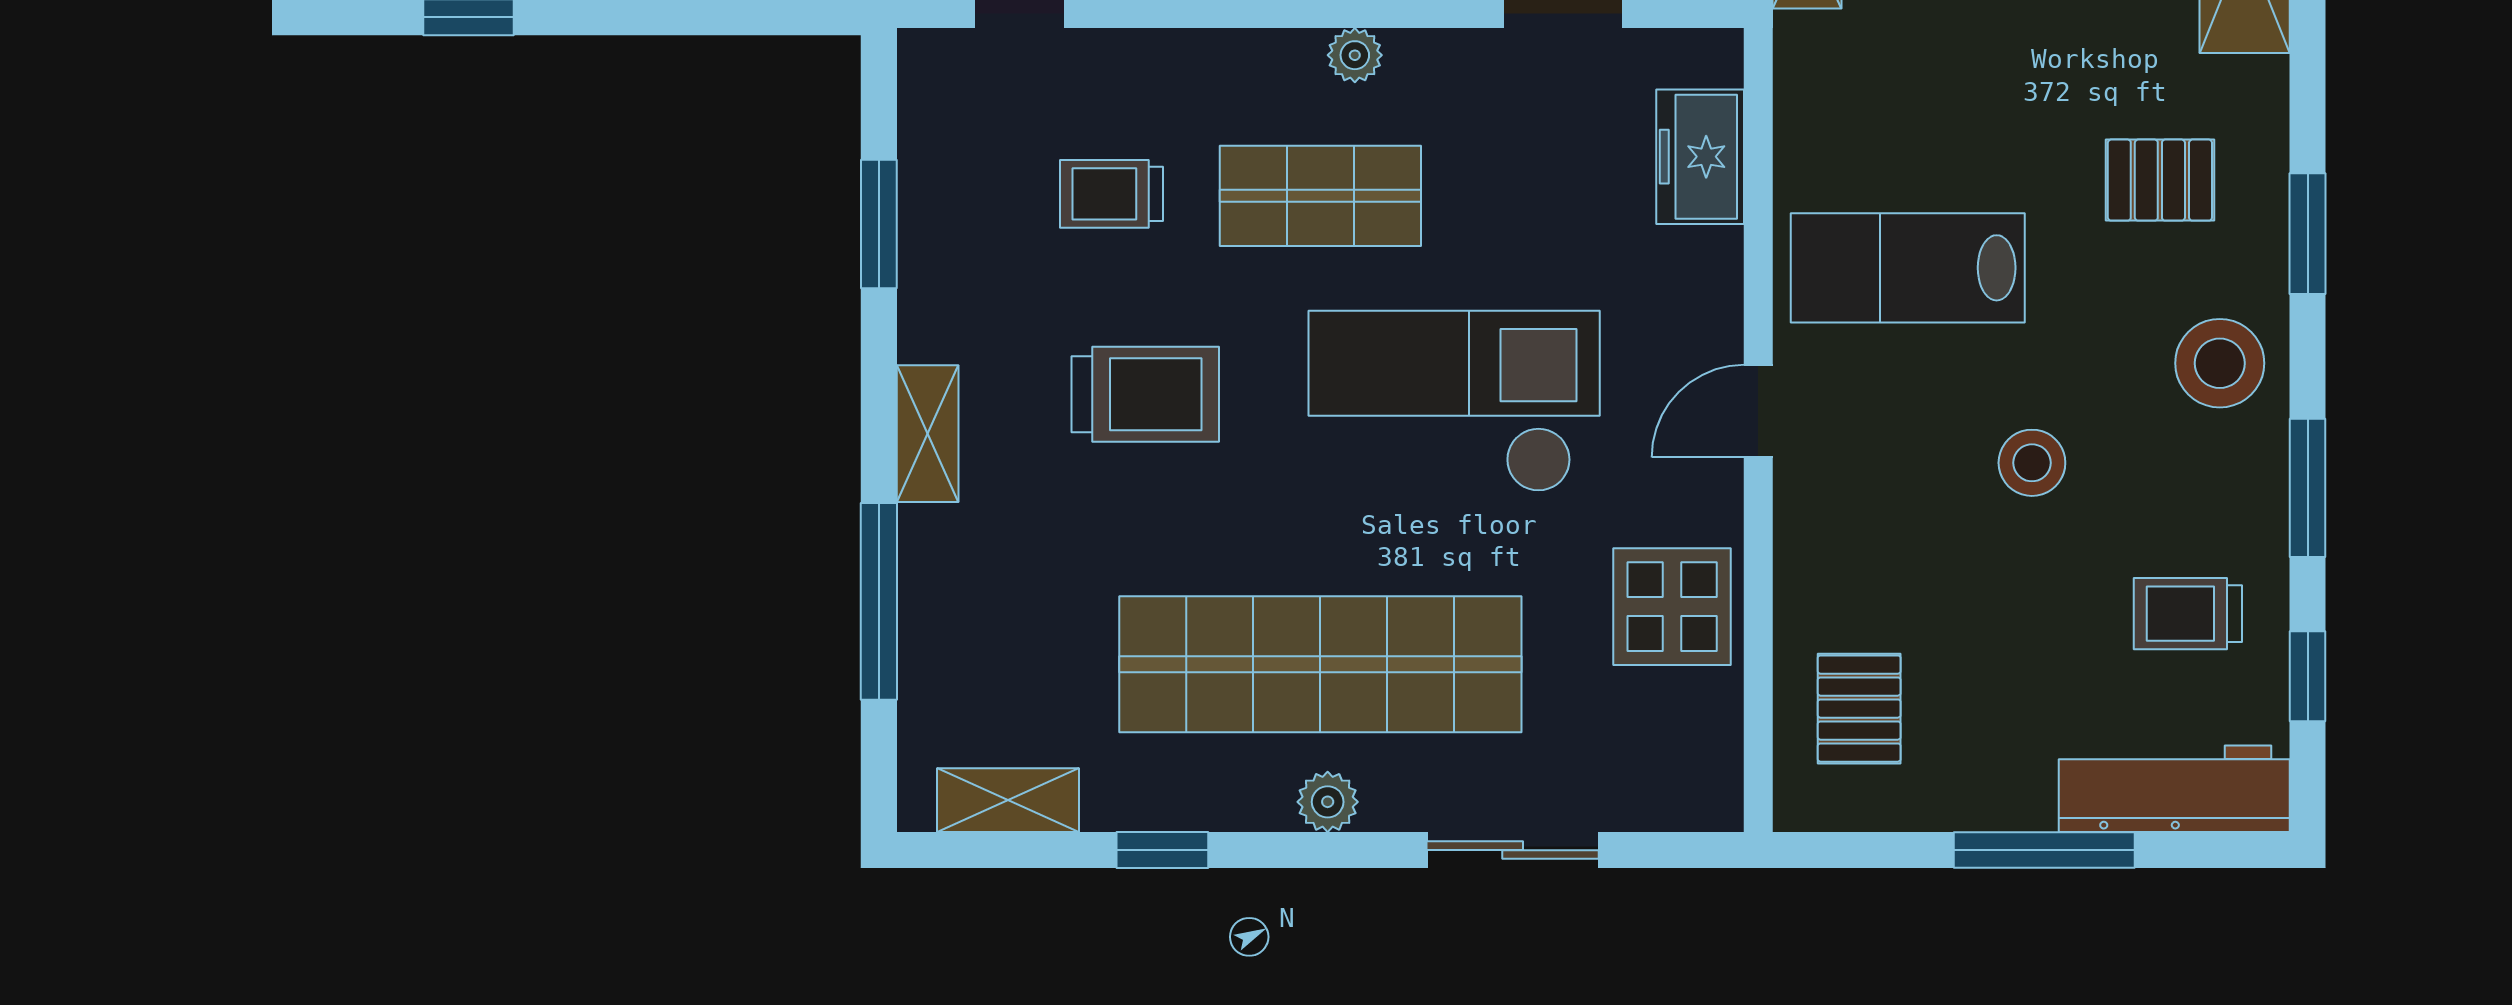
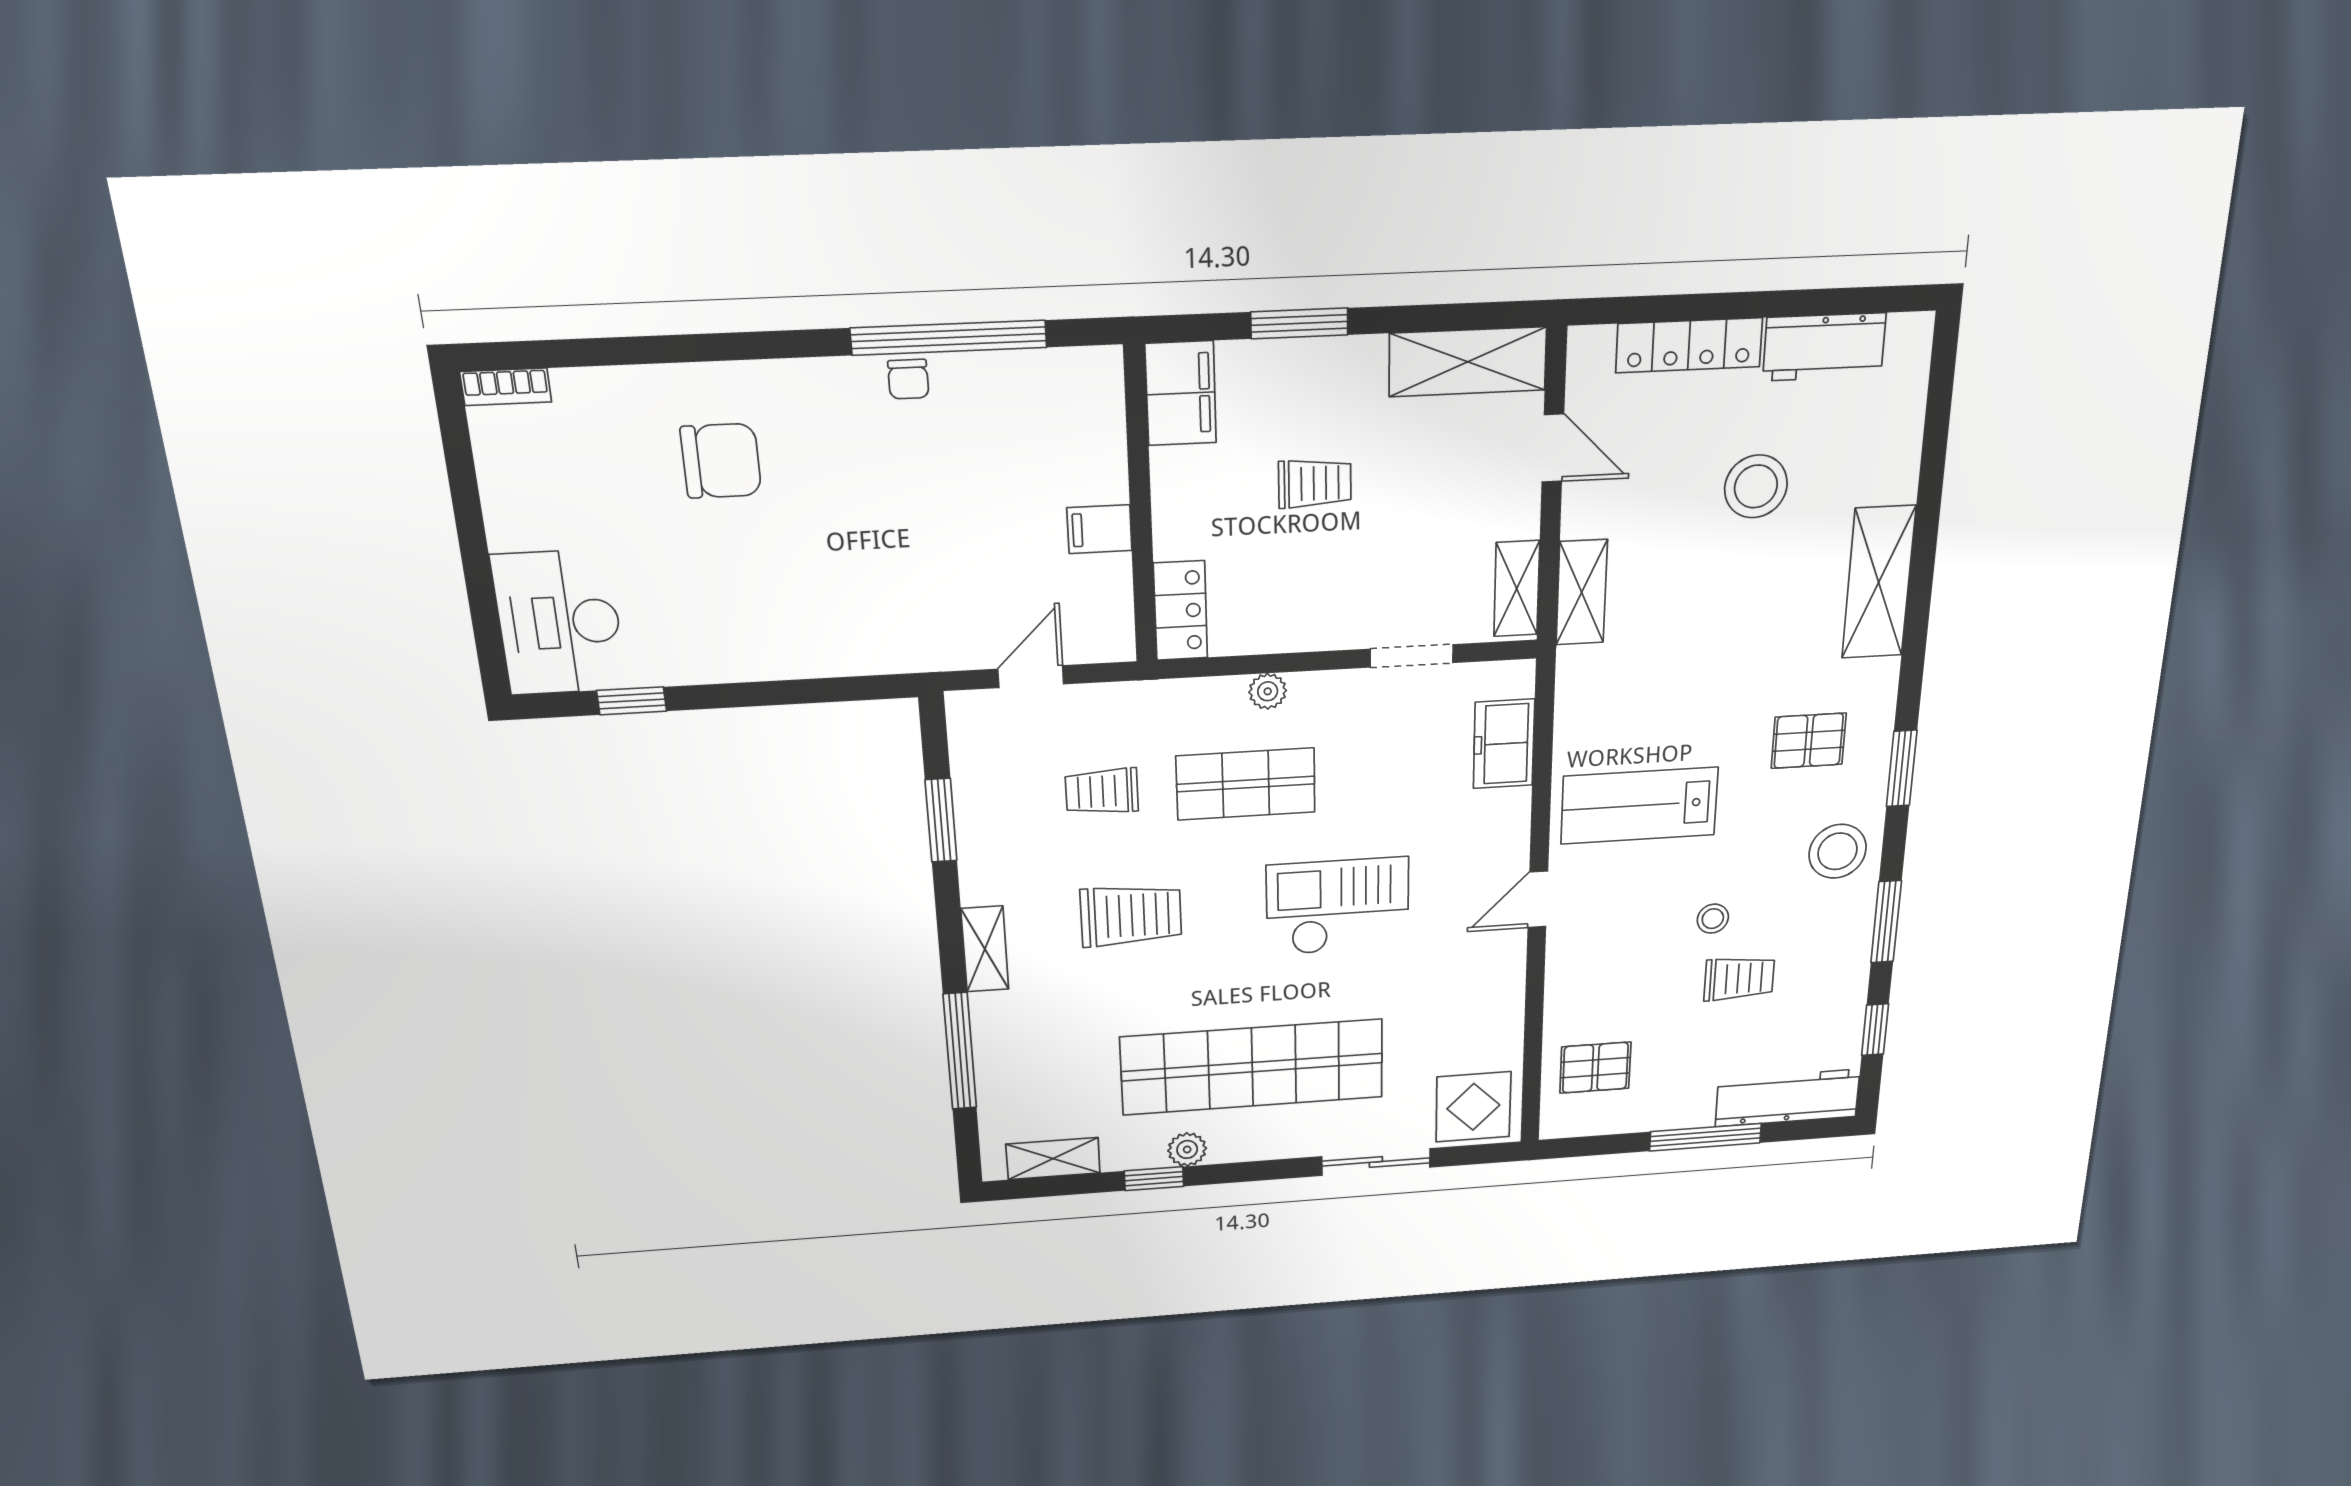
checkout: (1454, 401) -> (1338, 906), width x0.73, depth x0.83
stool: (2032, 463) -> (1713, 919), width x0.73, depth x0.73
display table: (1672, 607) -> (1473, 1107), moved
trolley: (2188, 614) -> (1739, 978), moved, turned 180
pallet: (1859, 709) -> (1595, 1068), turned 90
plant: (1328, 802) -> (1187, 1149), moved

